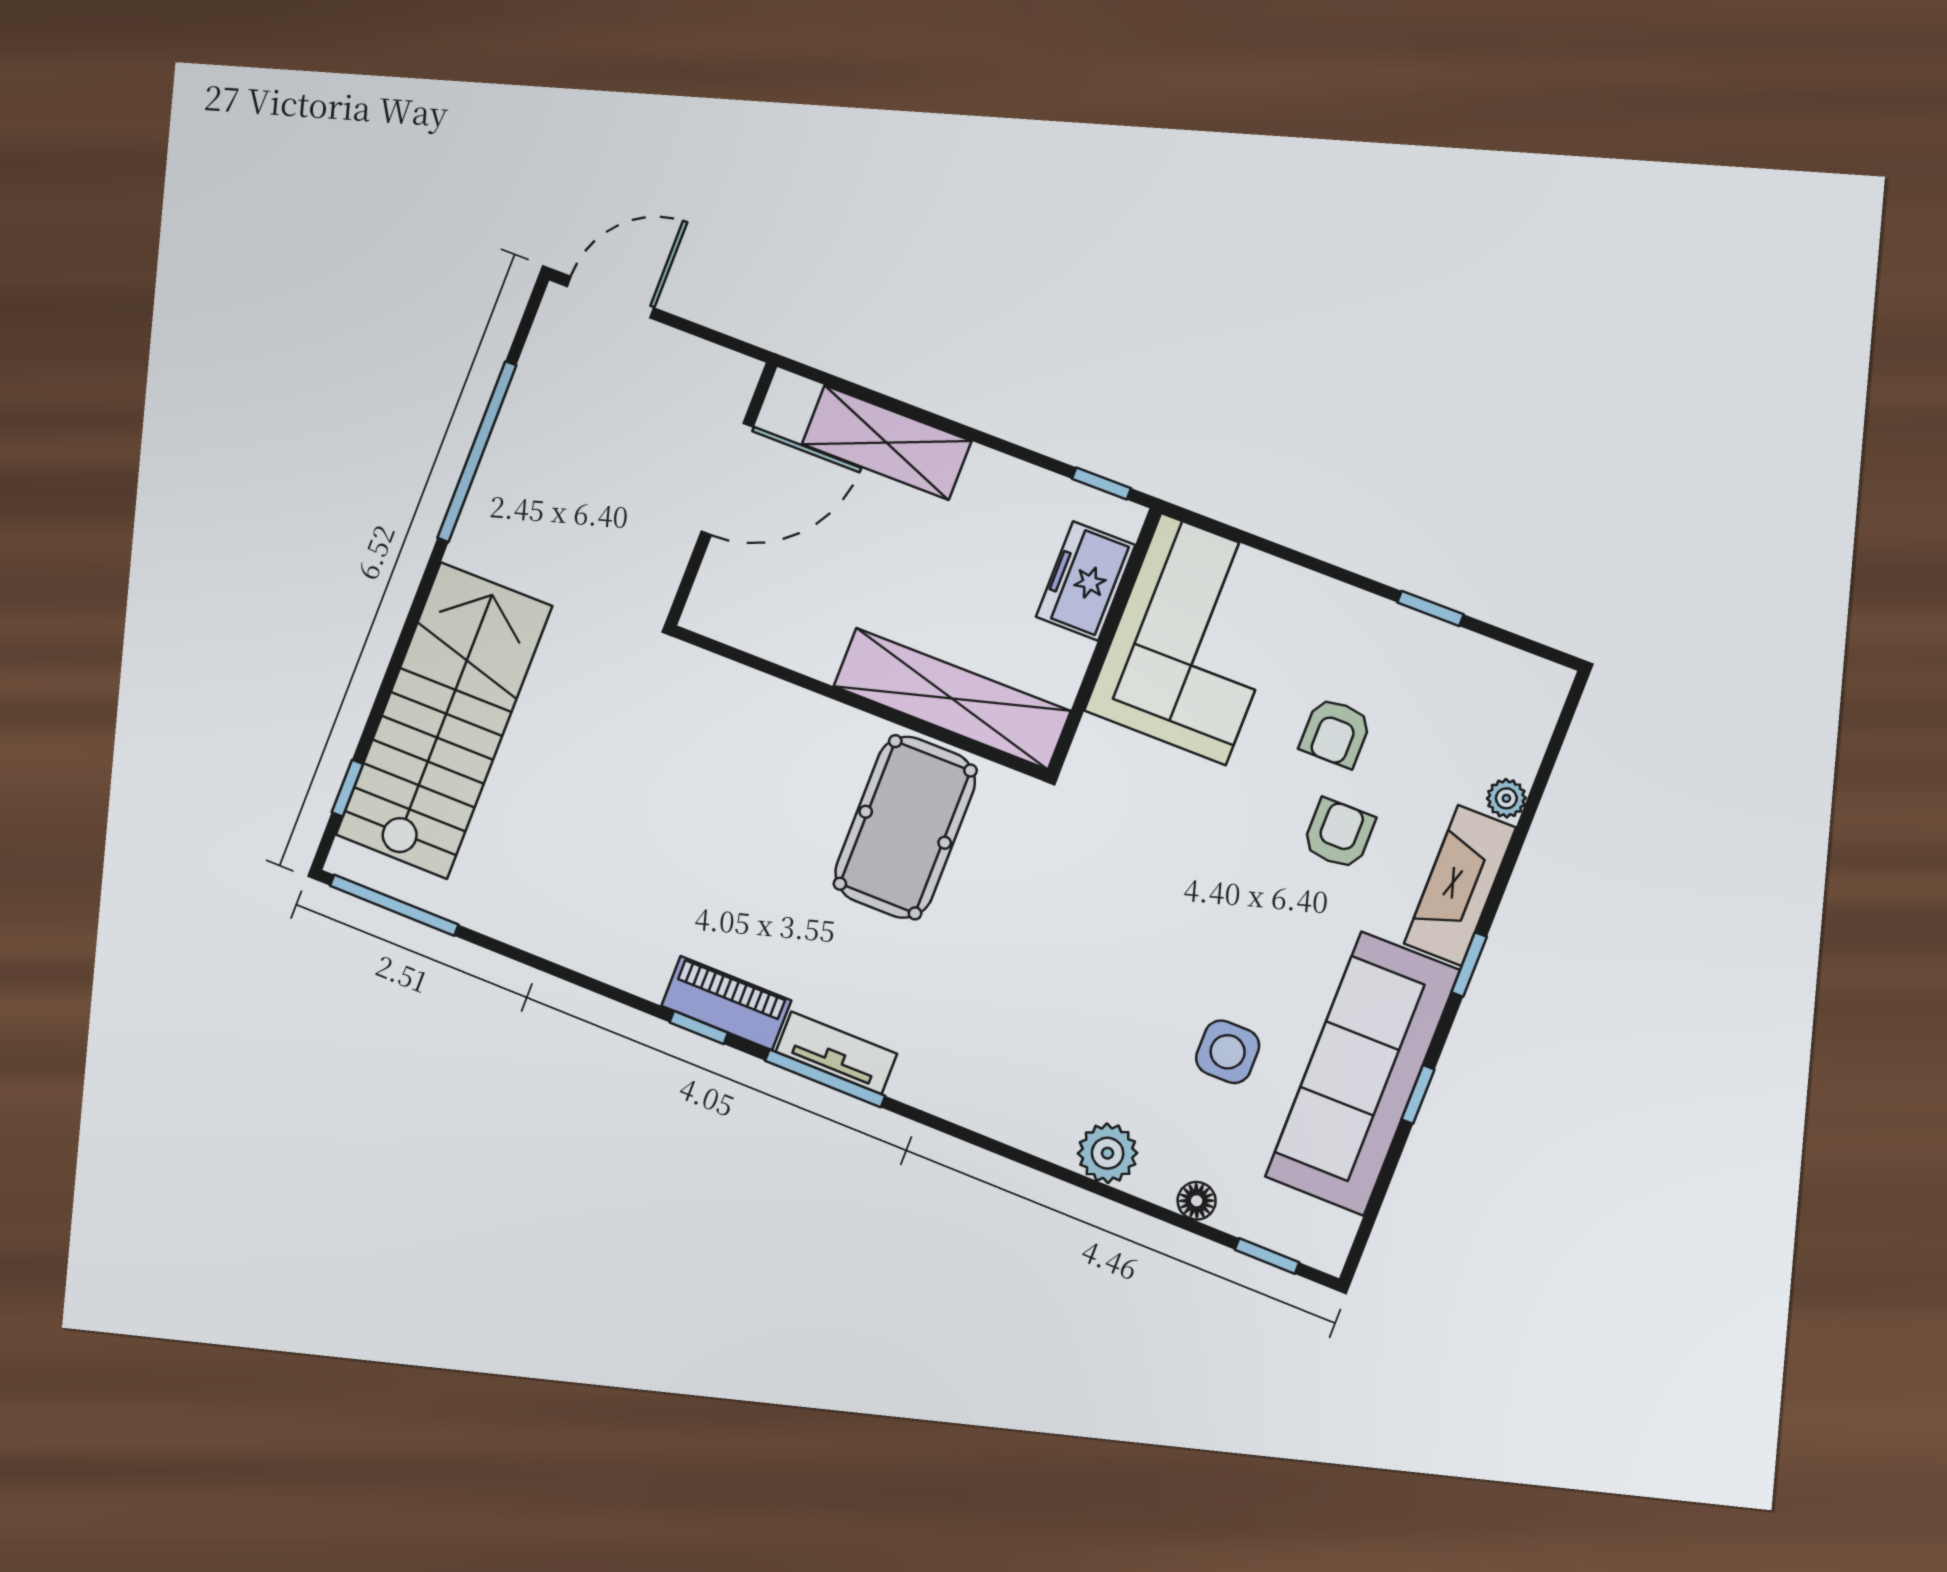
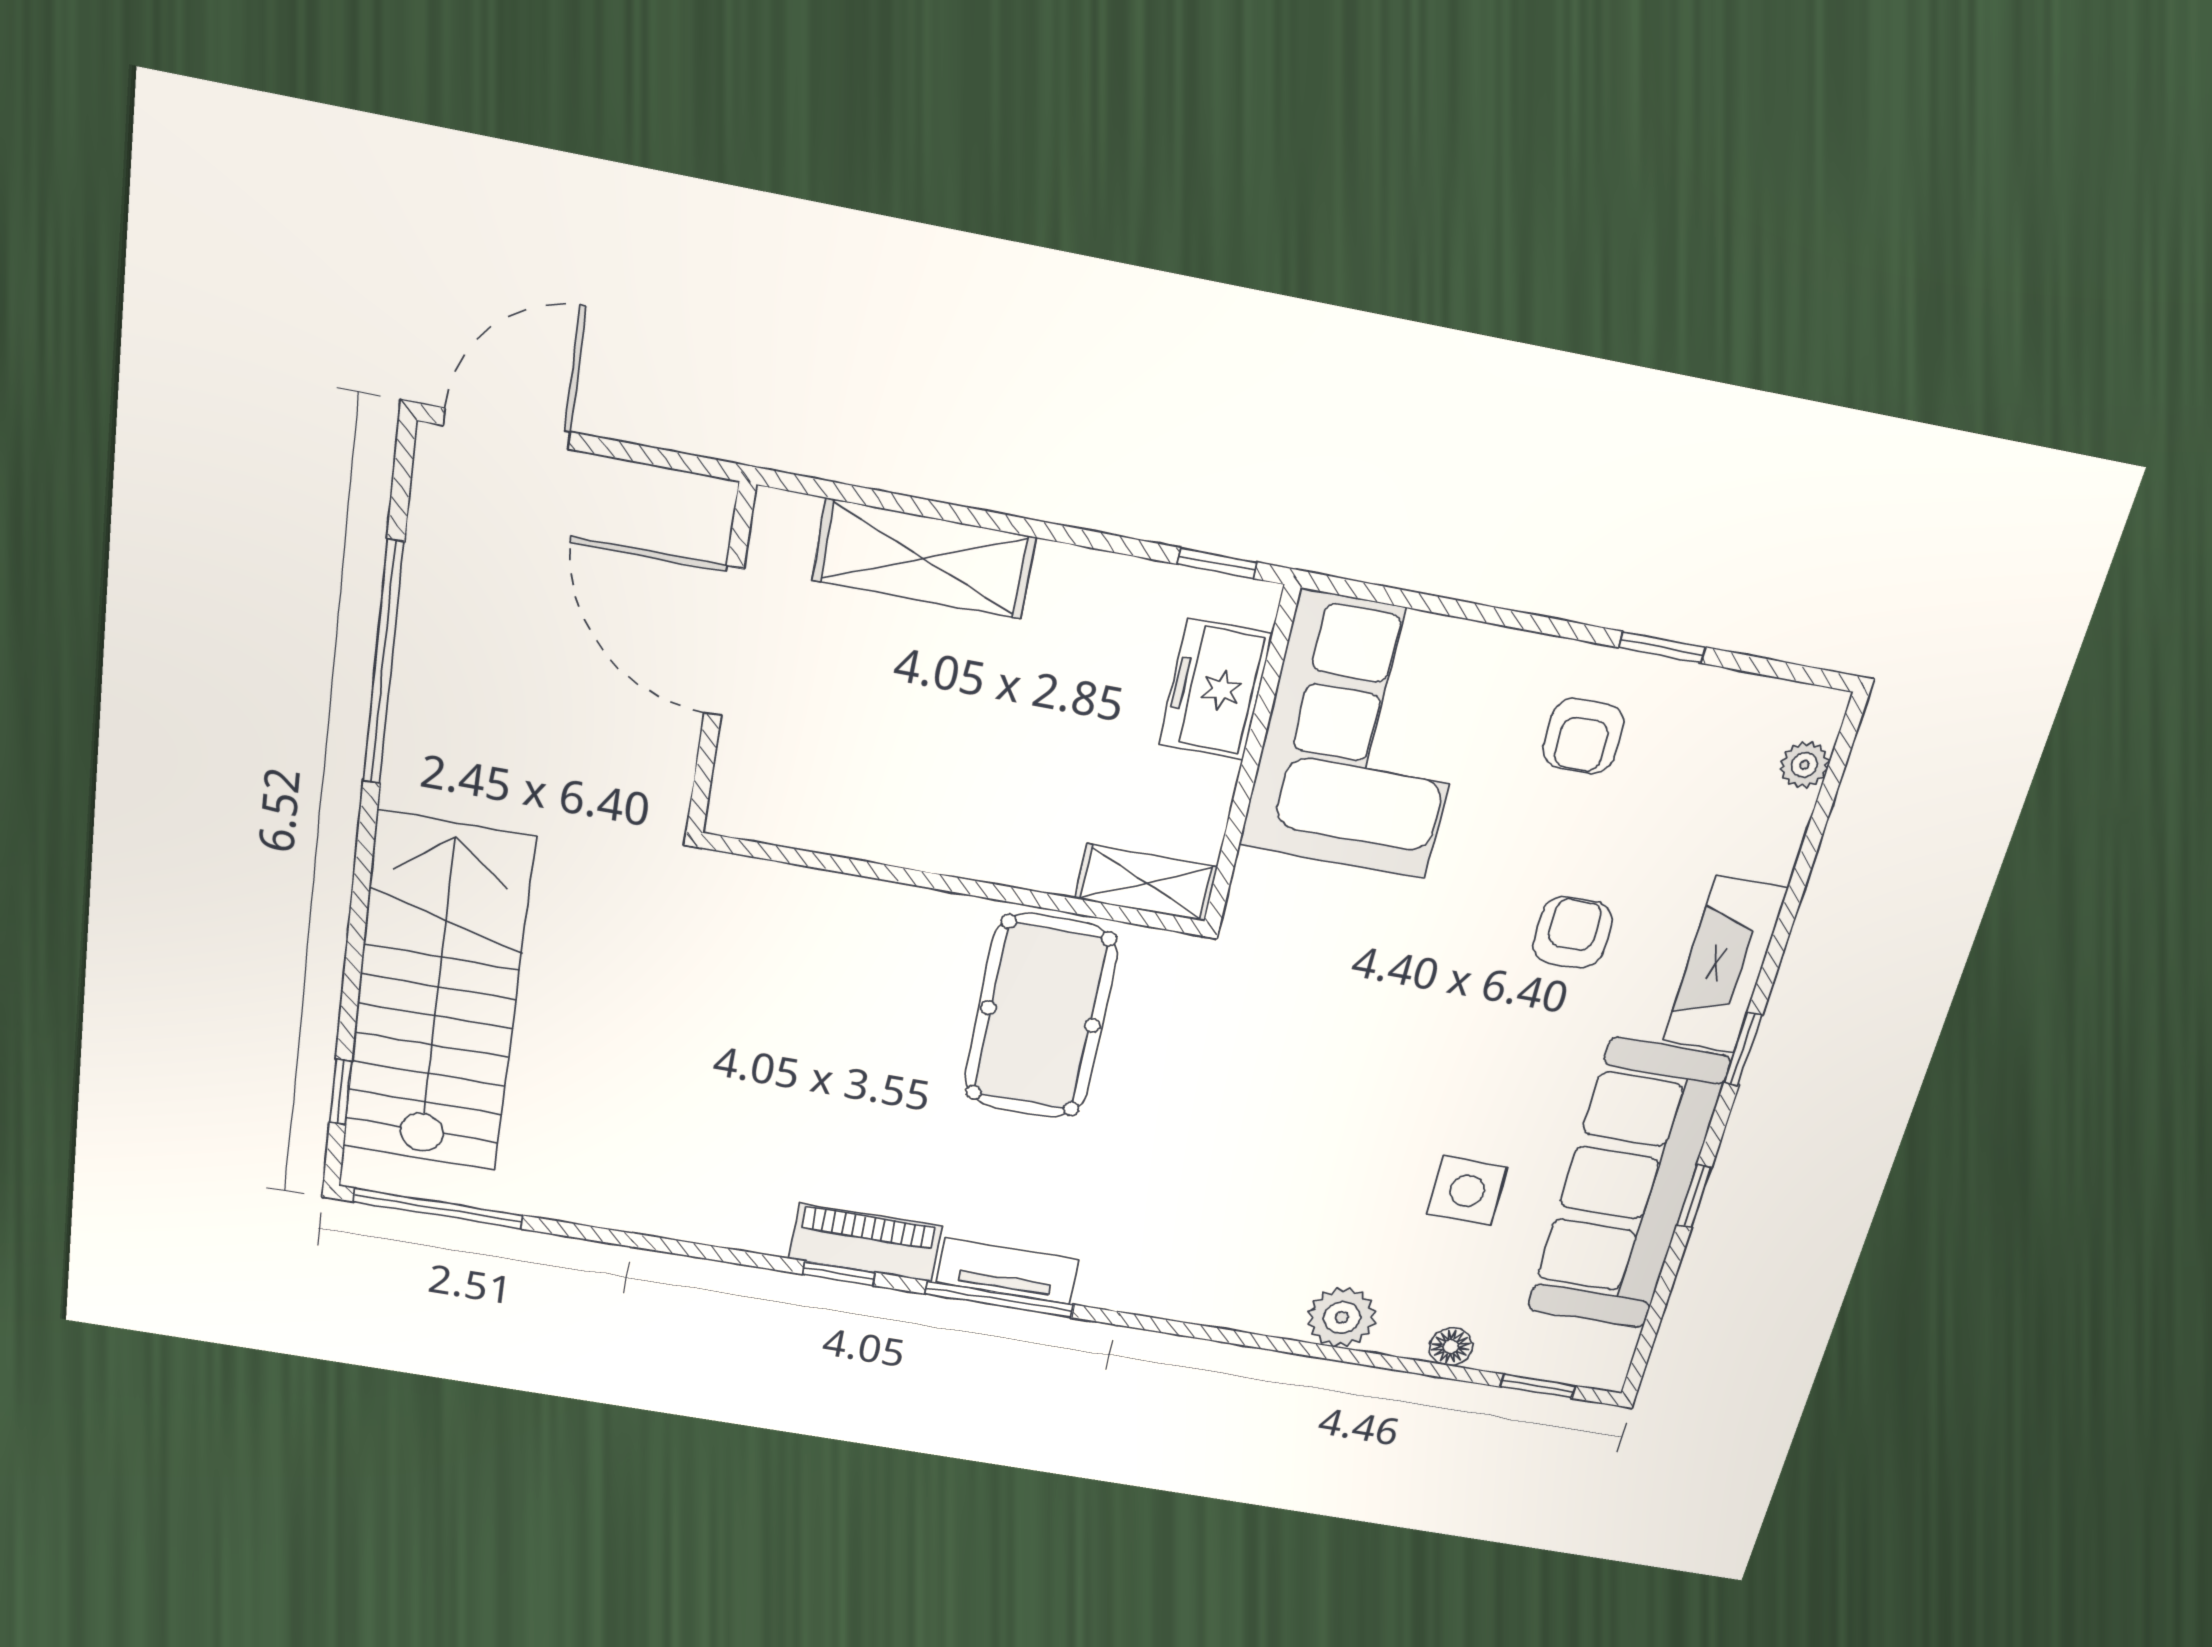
door: (727, 479) -> (724, 641), swing flipped
shelving: (952, 699) -> (1146, 883), width x0.45, depth x0.75
armchair: (1335, 733) -> (1584, 736), moved
plant: (1506, 798) -> (1804, 765), moved

